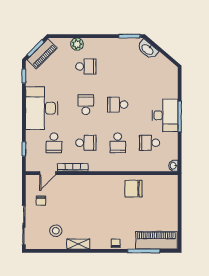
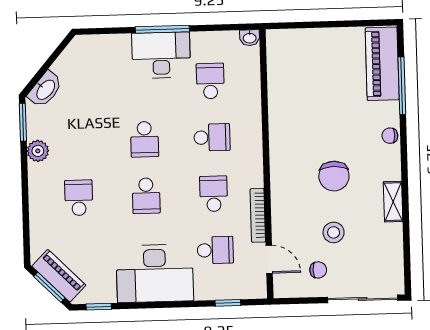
plant: (77, 44) -> (38, 151), moved
school desk: (86, 105) -> (146, 196), turned -90
school desk: (150, 143) -> (210, 81), turned 180
chair: (133, 189) -> (334, 176), moved
stool: (56, 231) -> (334, 232), moved

